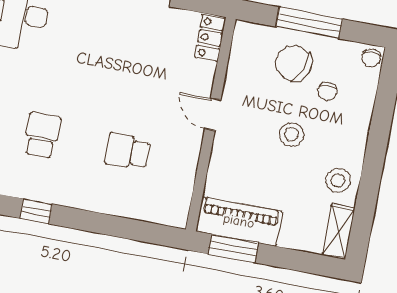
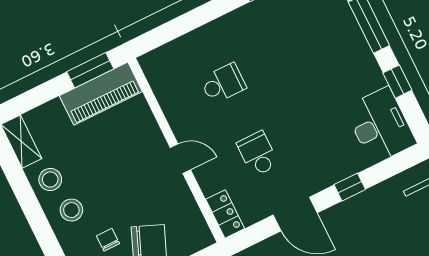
school desk: (42, 135) -> (258, 154), moved, turned 180
stool: (292, 135) -> (71, 210), moved

